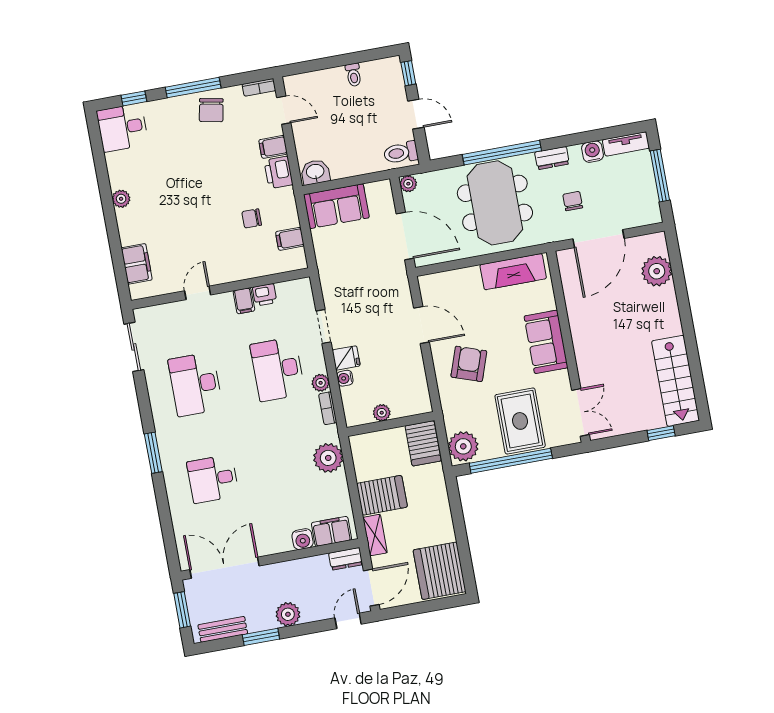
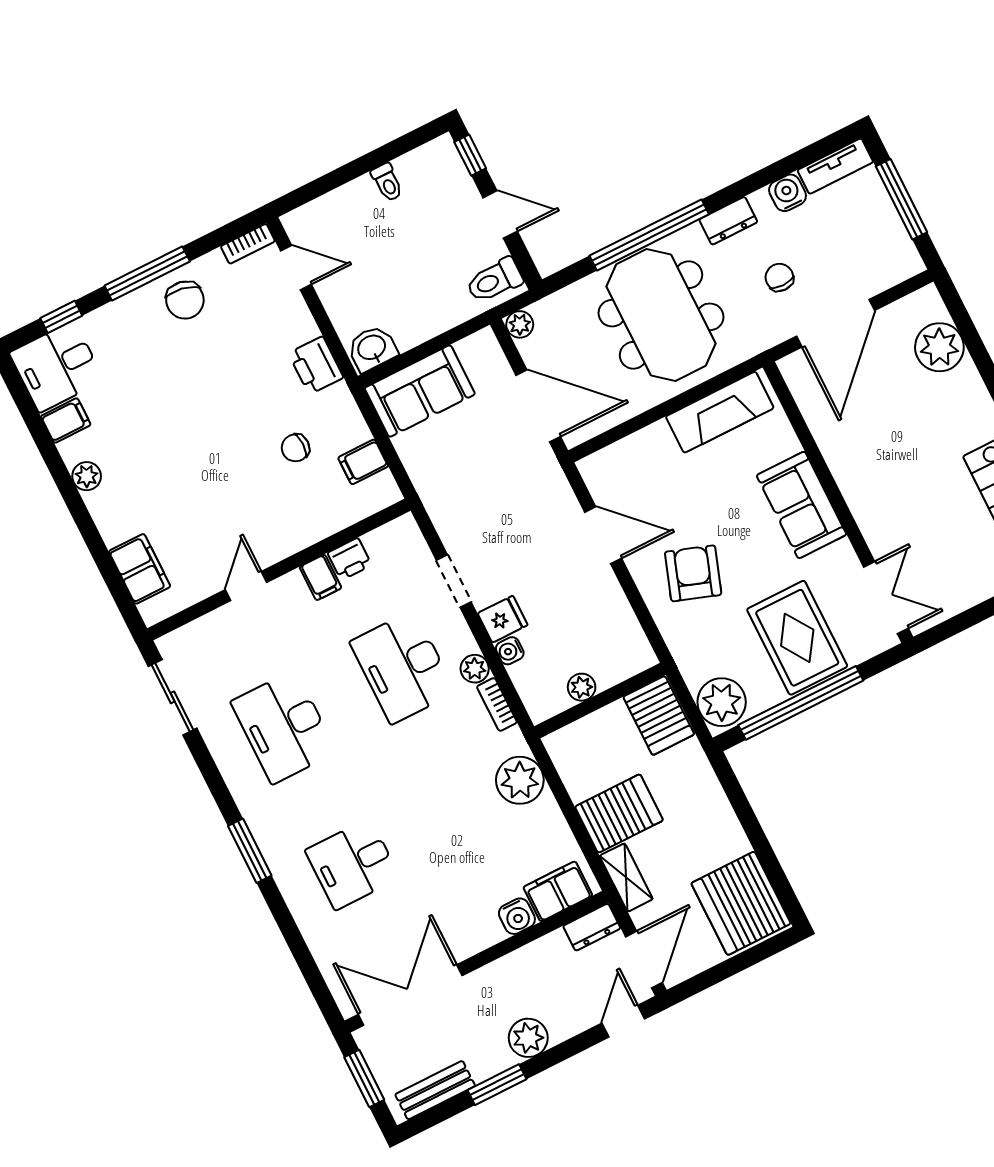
filing cabinet: (273, 147) -> (66, 420), moved, turned 180

